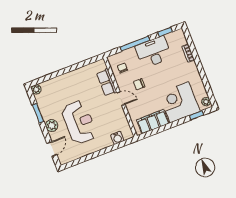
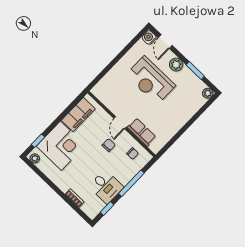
desk: (153, 52) -> (106, 187), width x0.73
door: (121, 99) -> (120, 123), hinge flipped
water cooler: (117, 138) -> (149, 37), moved

